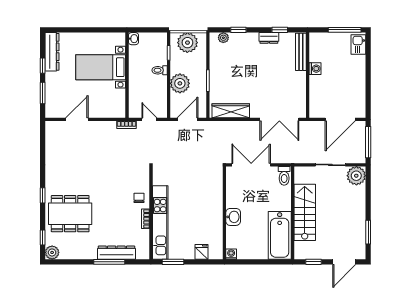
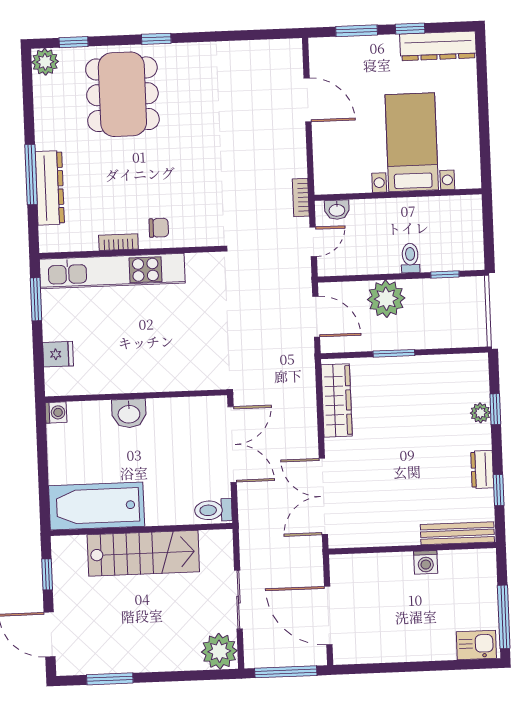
plant: (223, 38) -> (480, 413), moved
washbasin: (133, 39) -> (337, 210), moved
plant: (187, 43) -> (467, 310), removed

